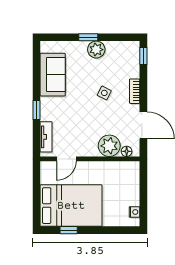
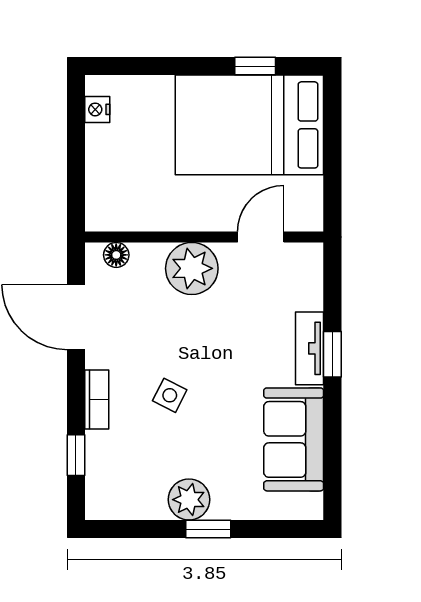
window: (143, 56) -> (76, 455), moved
tv unit: (46, 137) -> (310, 348), moved
plant: (109, 146) -> (192, 268), moved

